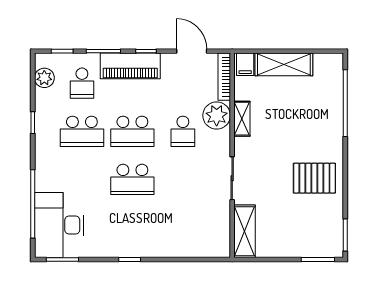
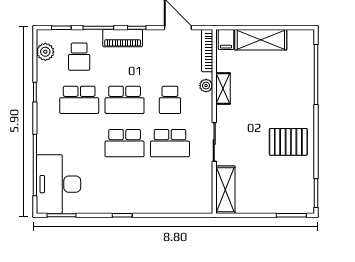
piano: (130, 66) -> (123, 38), width x0.73, depth x0.75
plant: (217, 115) -> (206, 86), width x0.53, depth x0.53
school desk: (183, 179) -> (170, 143), added

